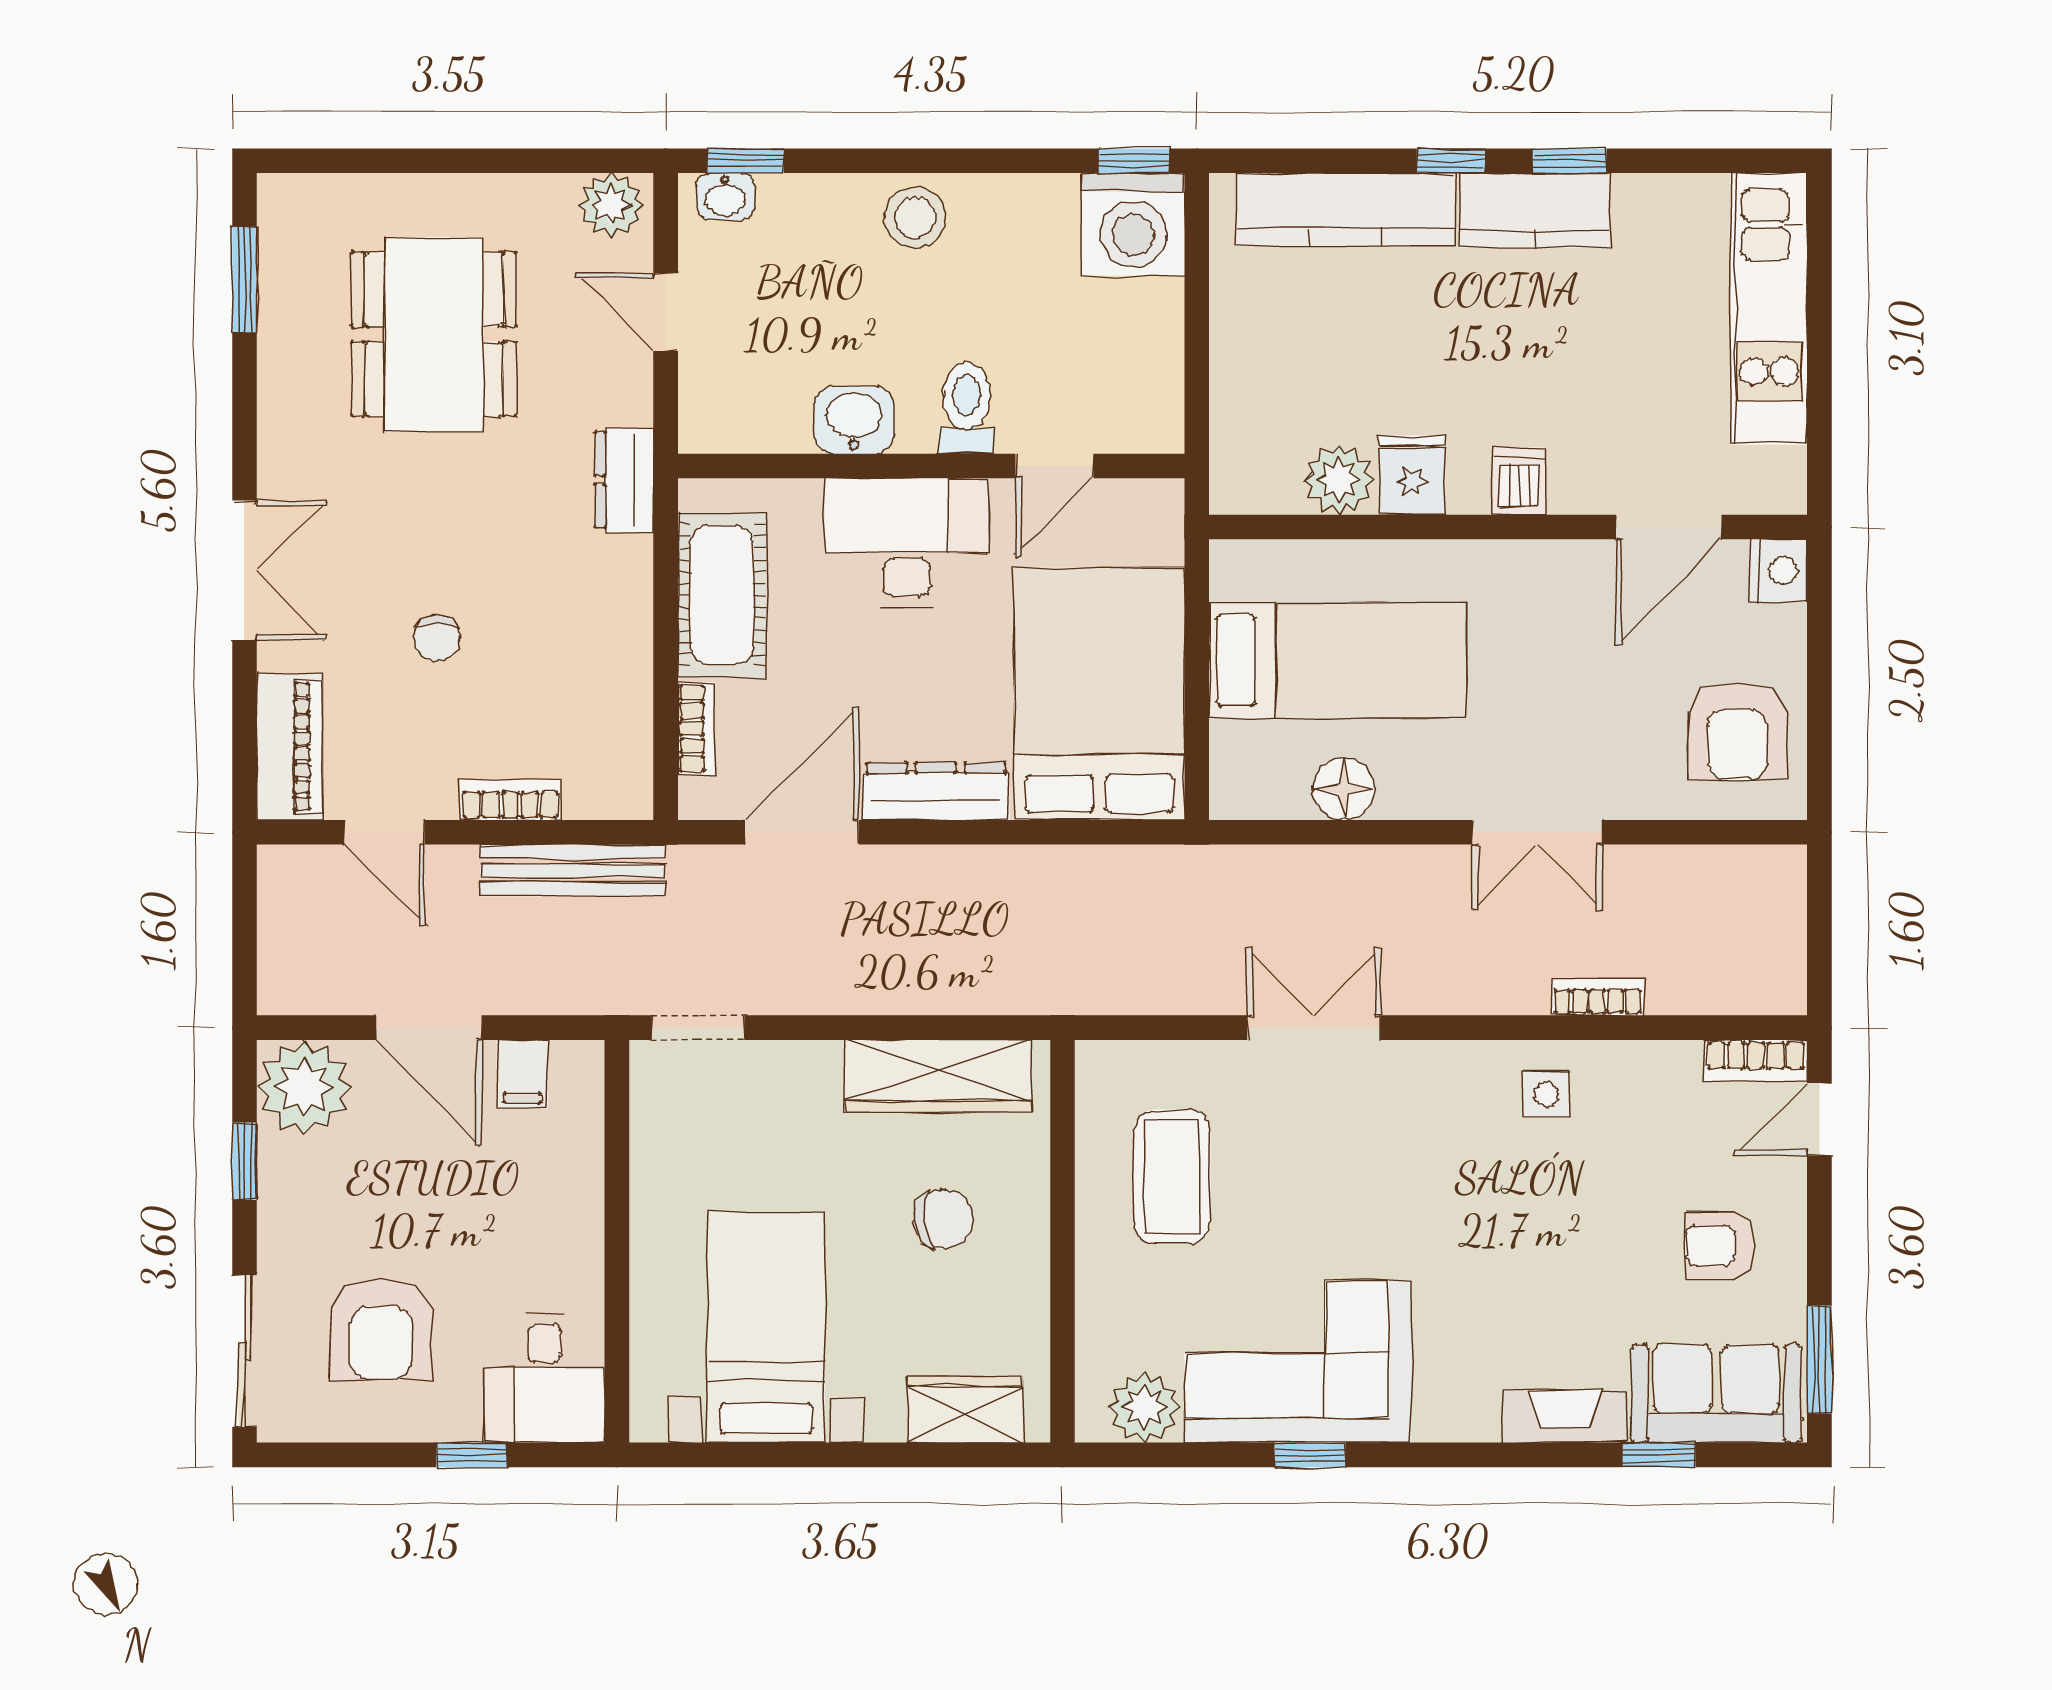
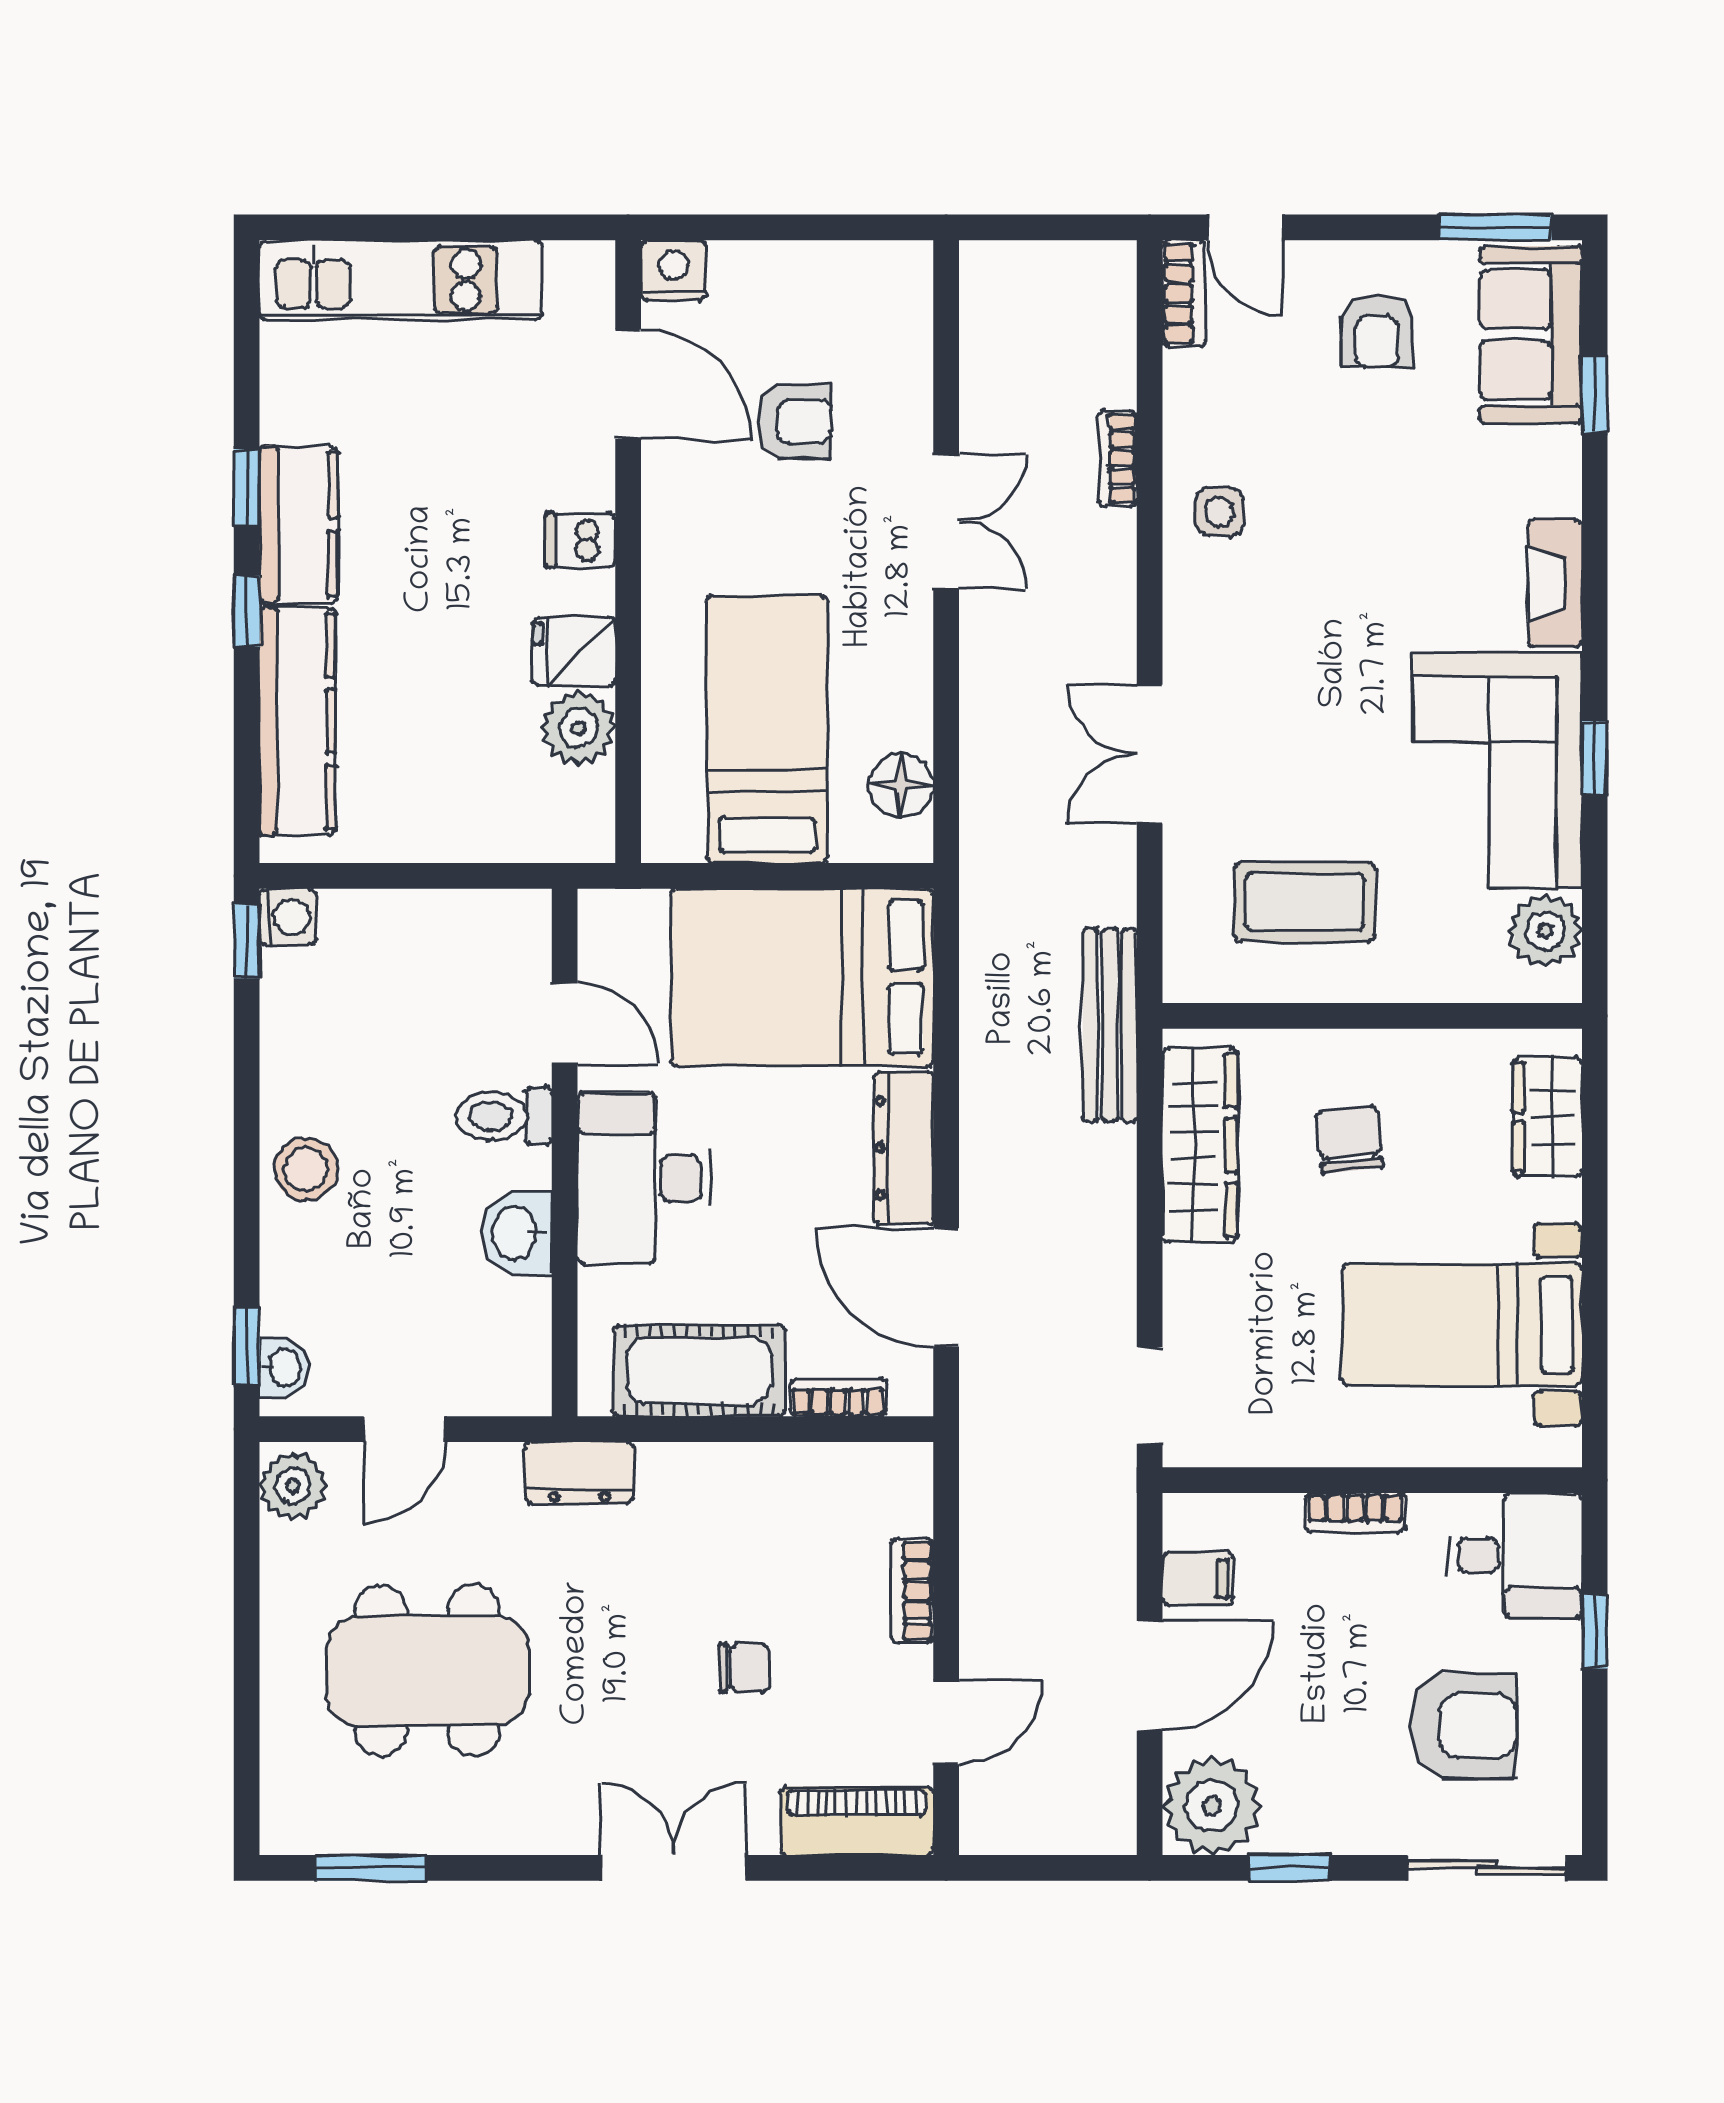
washing machine: (1133, 224) -> (288, 917), width x0.53, depth x0.53
armchair: (1737, 731) -> (794, 422), moved, width x0.72, depth x0.72
floor lamp: (1344, 789) -> (901, 785), moved
bench: (573, 870) -> (1110, 1025), moved
bookcase: (586, 1225) -> (1355, 1513), added
fireplace: (1565, 1416) -> (1555, 583), moved

